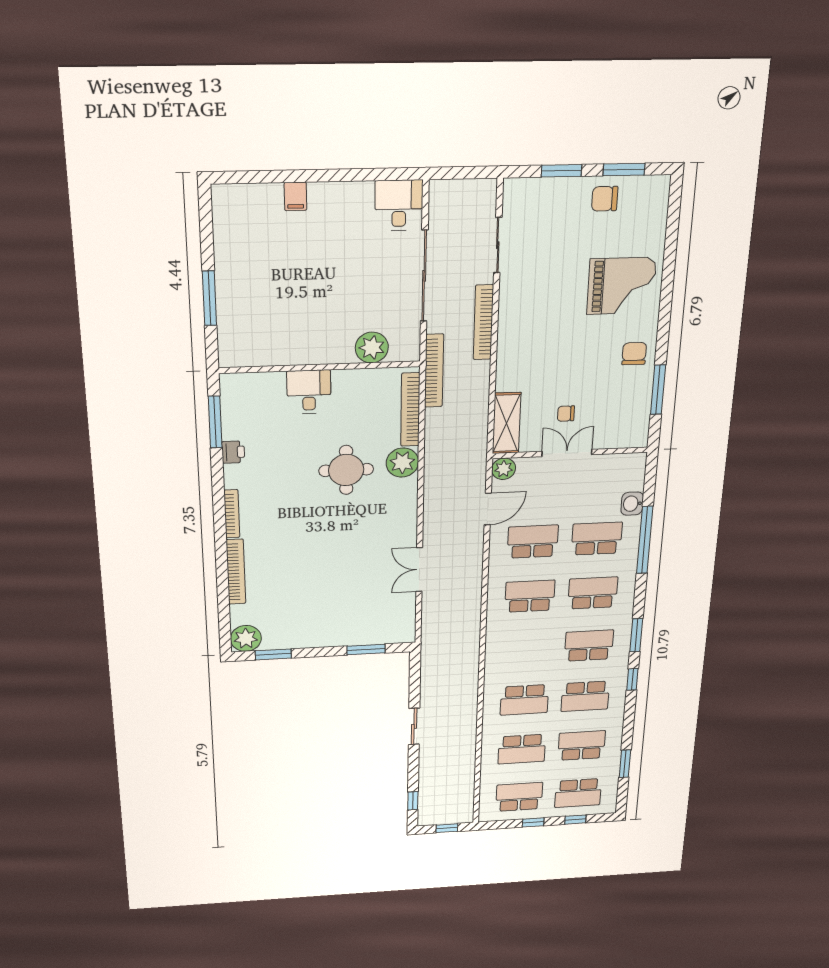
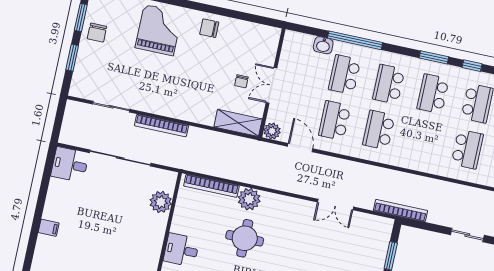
bookcase: (434, 371) -> (400, 211), moved
window: (658, 390) -> (240, 15), removed

